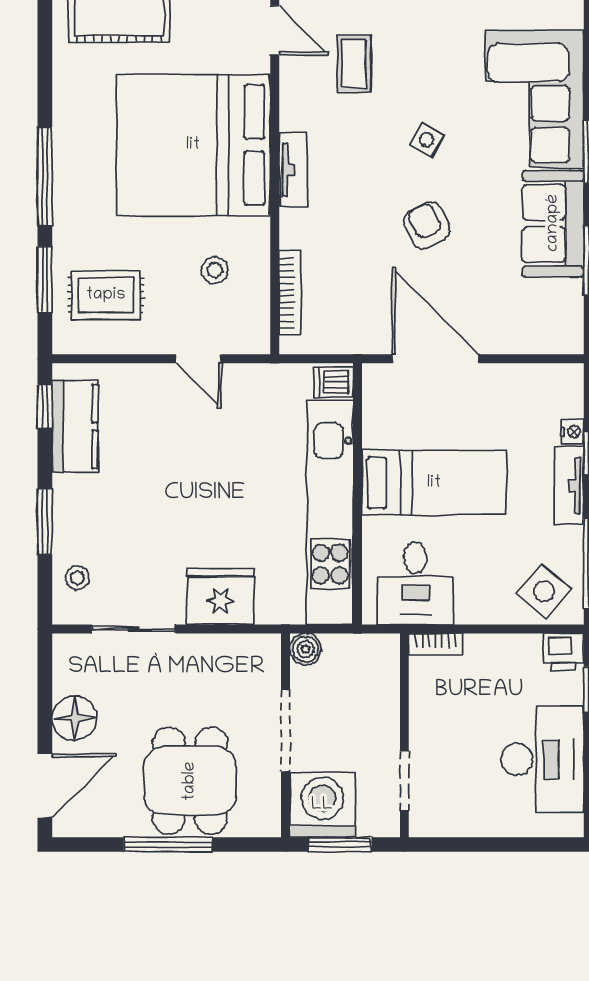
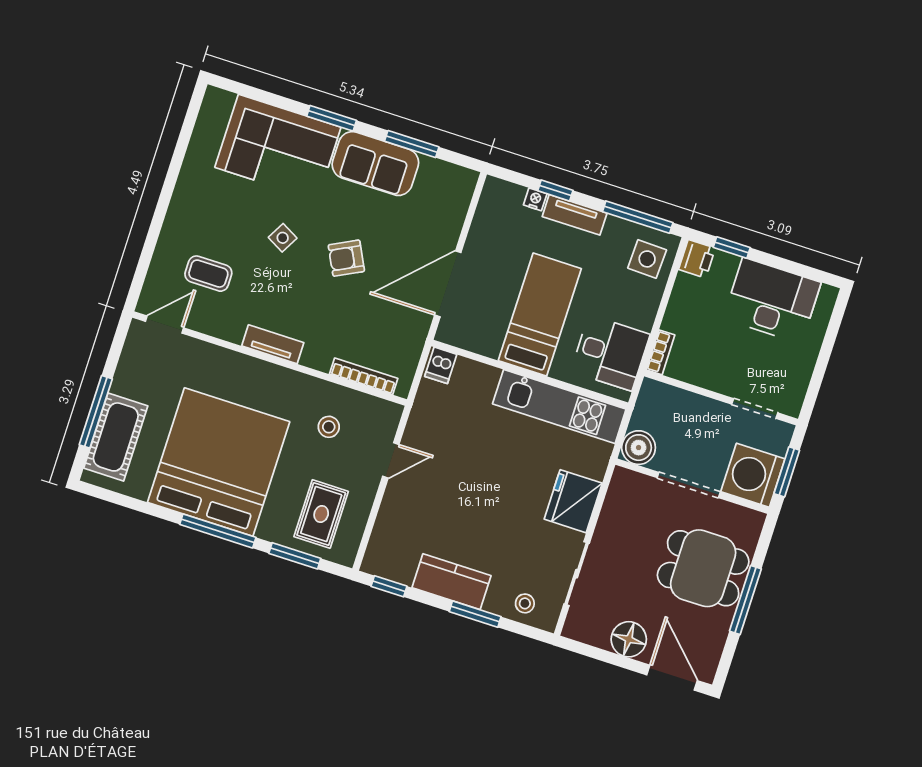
bed: (193, 145) -> (219, 462), moved, turned 180
kitchen counter: (75, 427) -> (452, 582), moved
kitchen unit: (330, 512) -> (559, 407), width x0.73
side table: (544, 591) -> (647, 259), turned -38
boiler: (306, 649) -> (639, 448), width x1.36, depth x1.36

